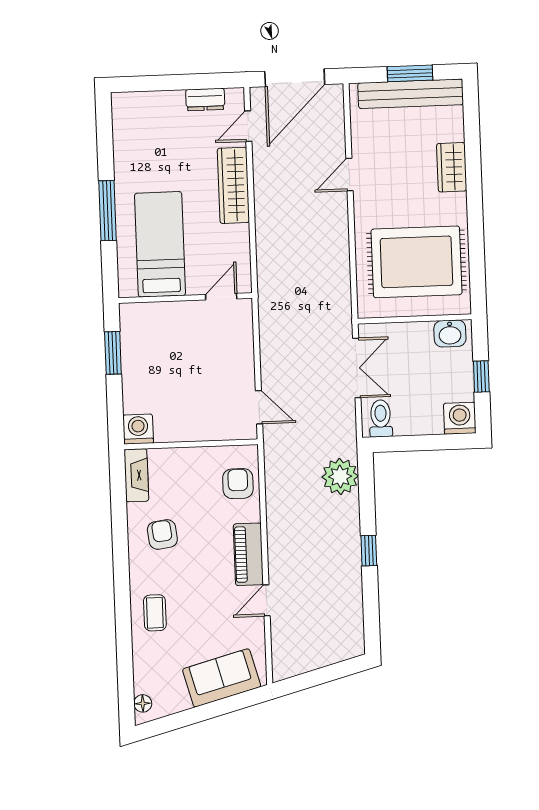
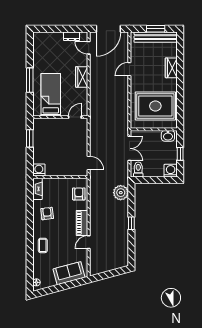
door: (248, 126) -> (89, 48), hinge flipped
wardrobe: (233, 185) -> (82, 77), width x0.67

